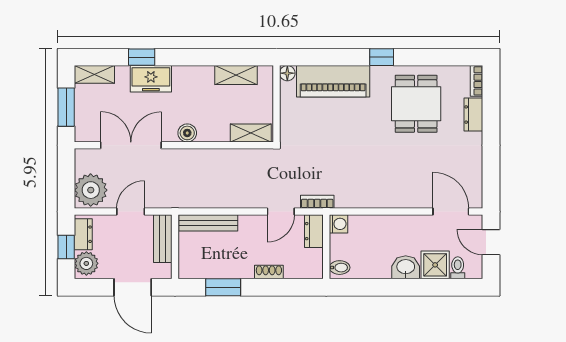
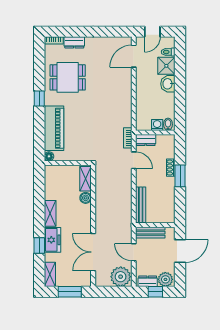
shelving: (236, 75) -> (50, 213), moved
boiler: (187, 133) -> (86, 198), moved
washing machine: (338, 224) -> (157, 125), moved
window: (223, 287) -> (180, 176), moved

